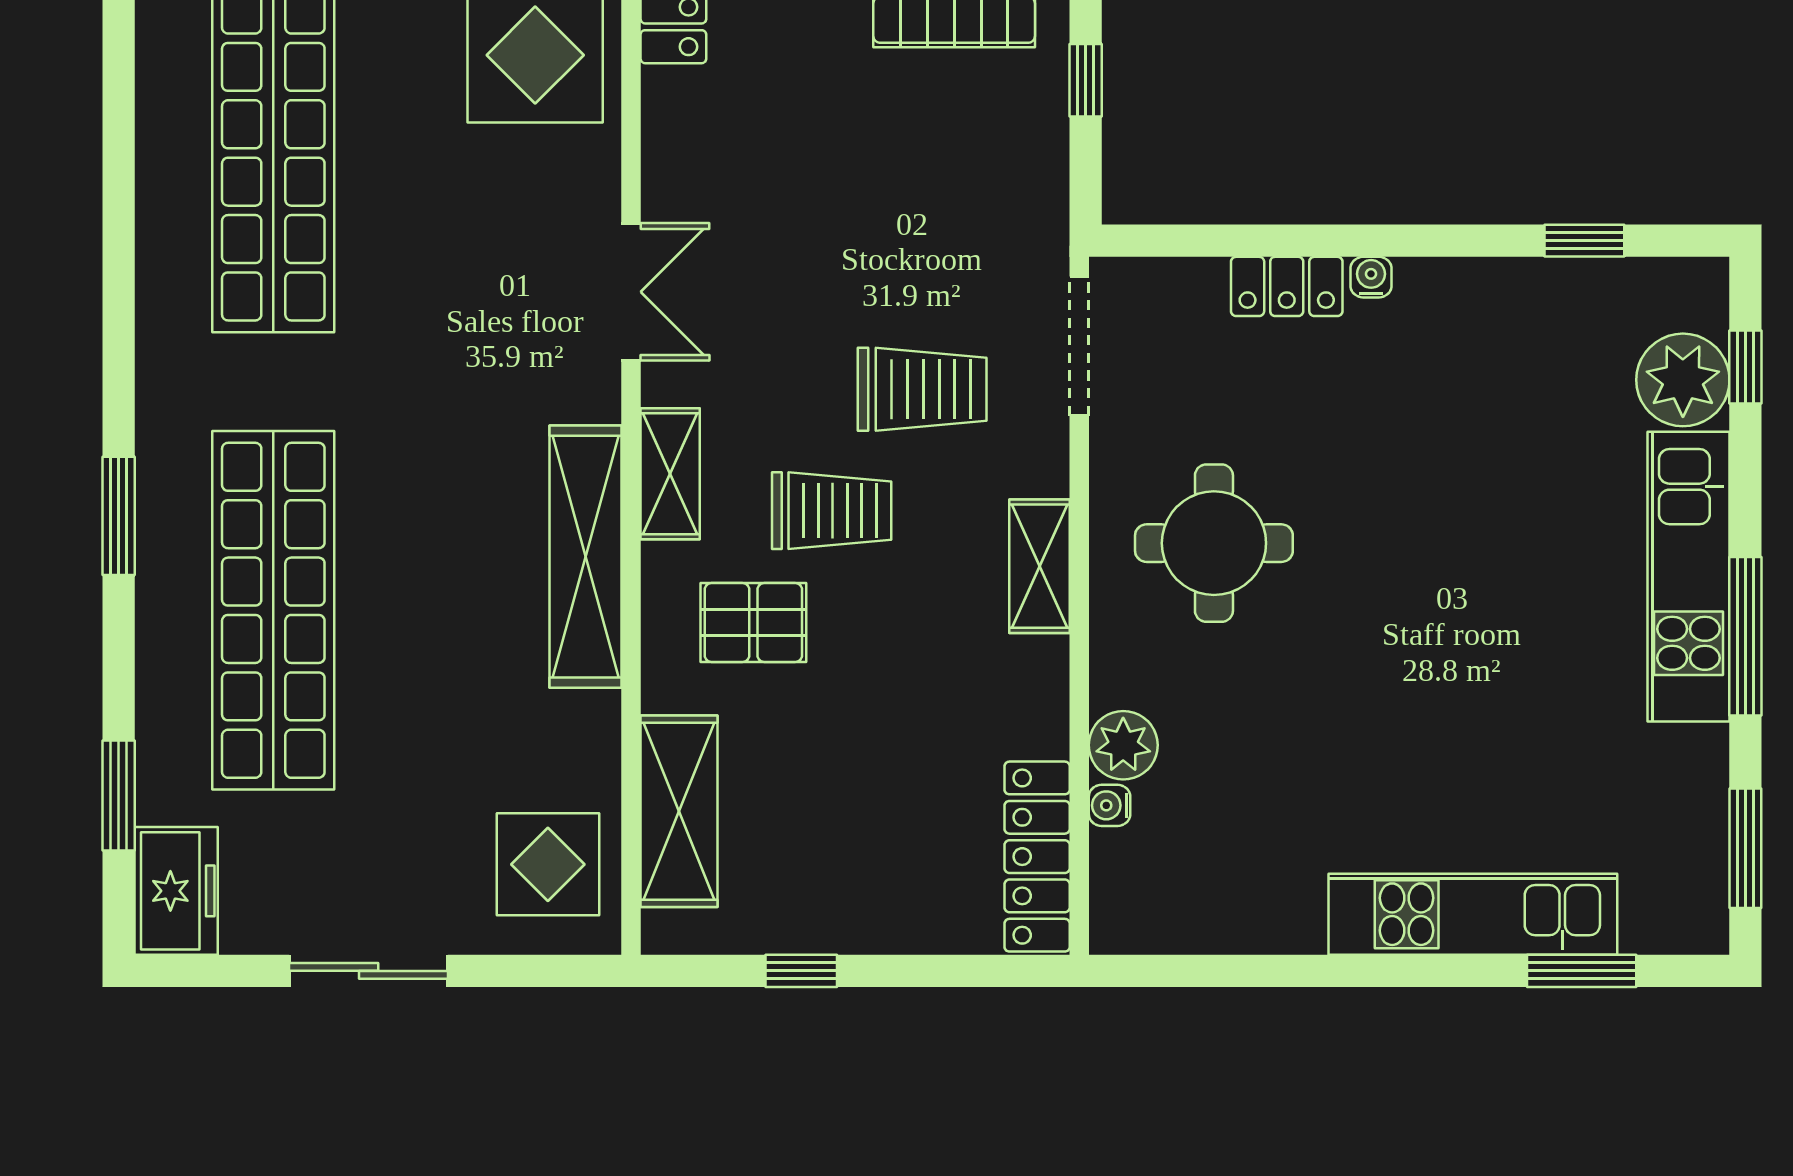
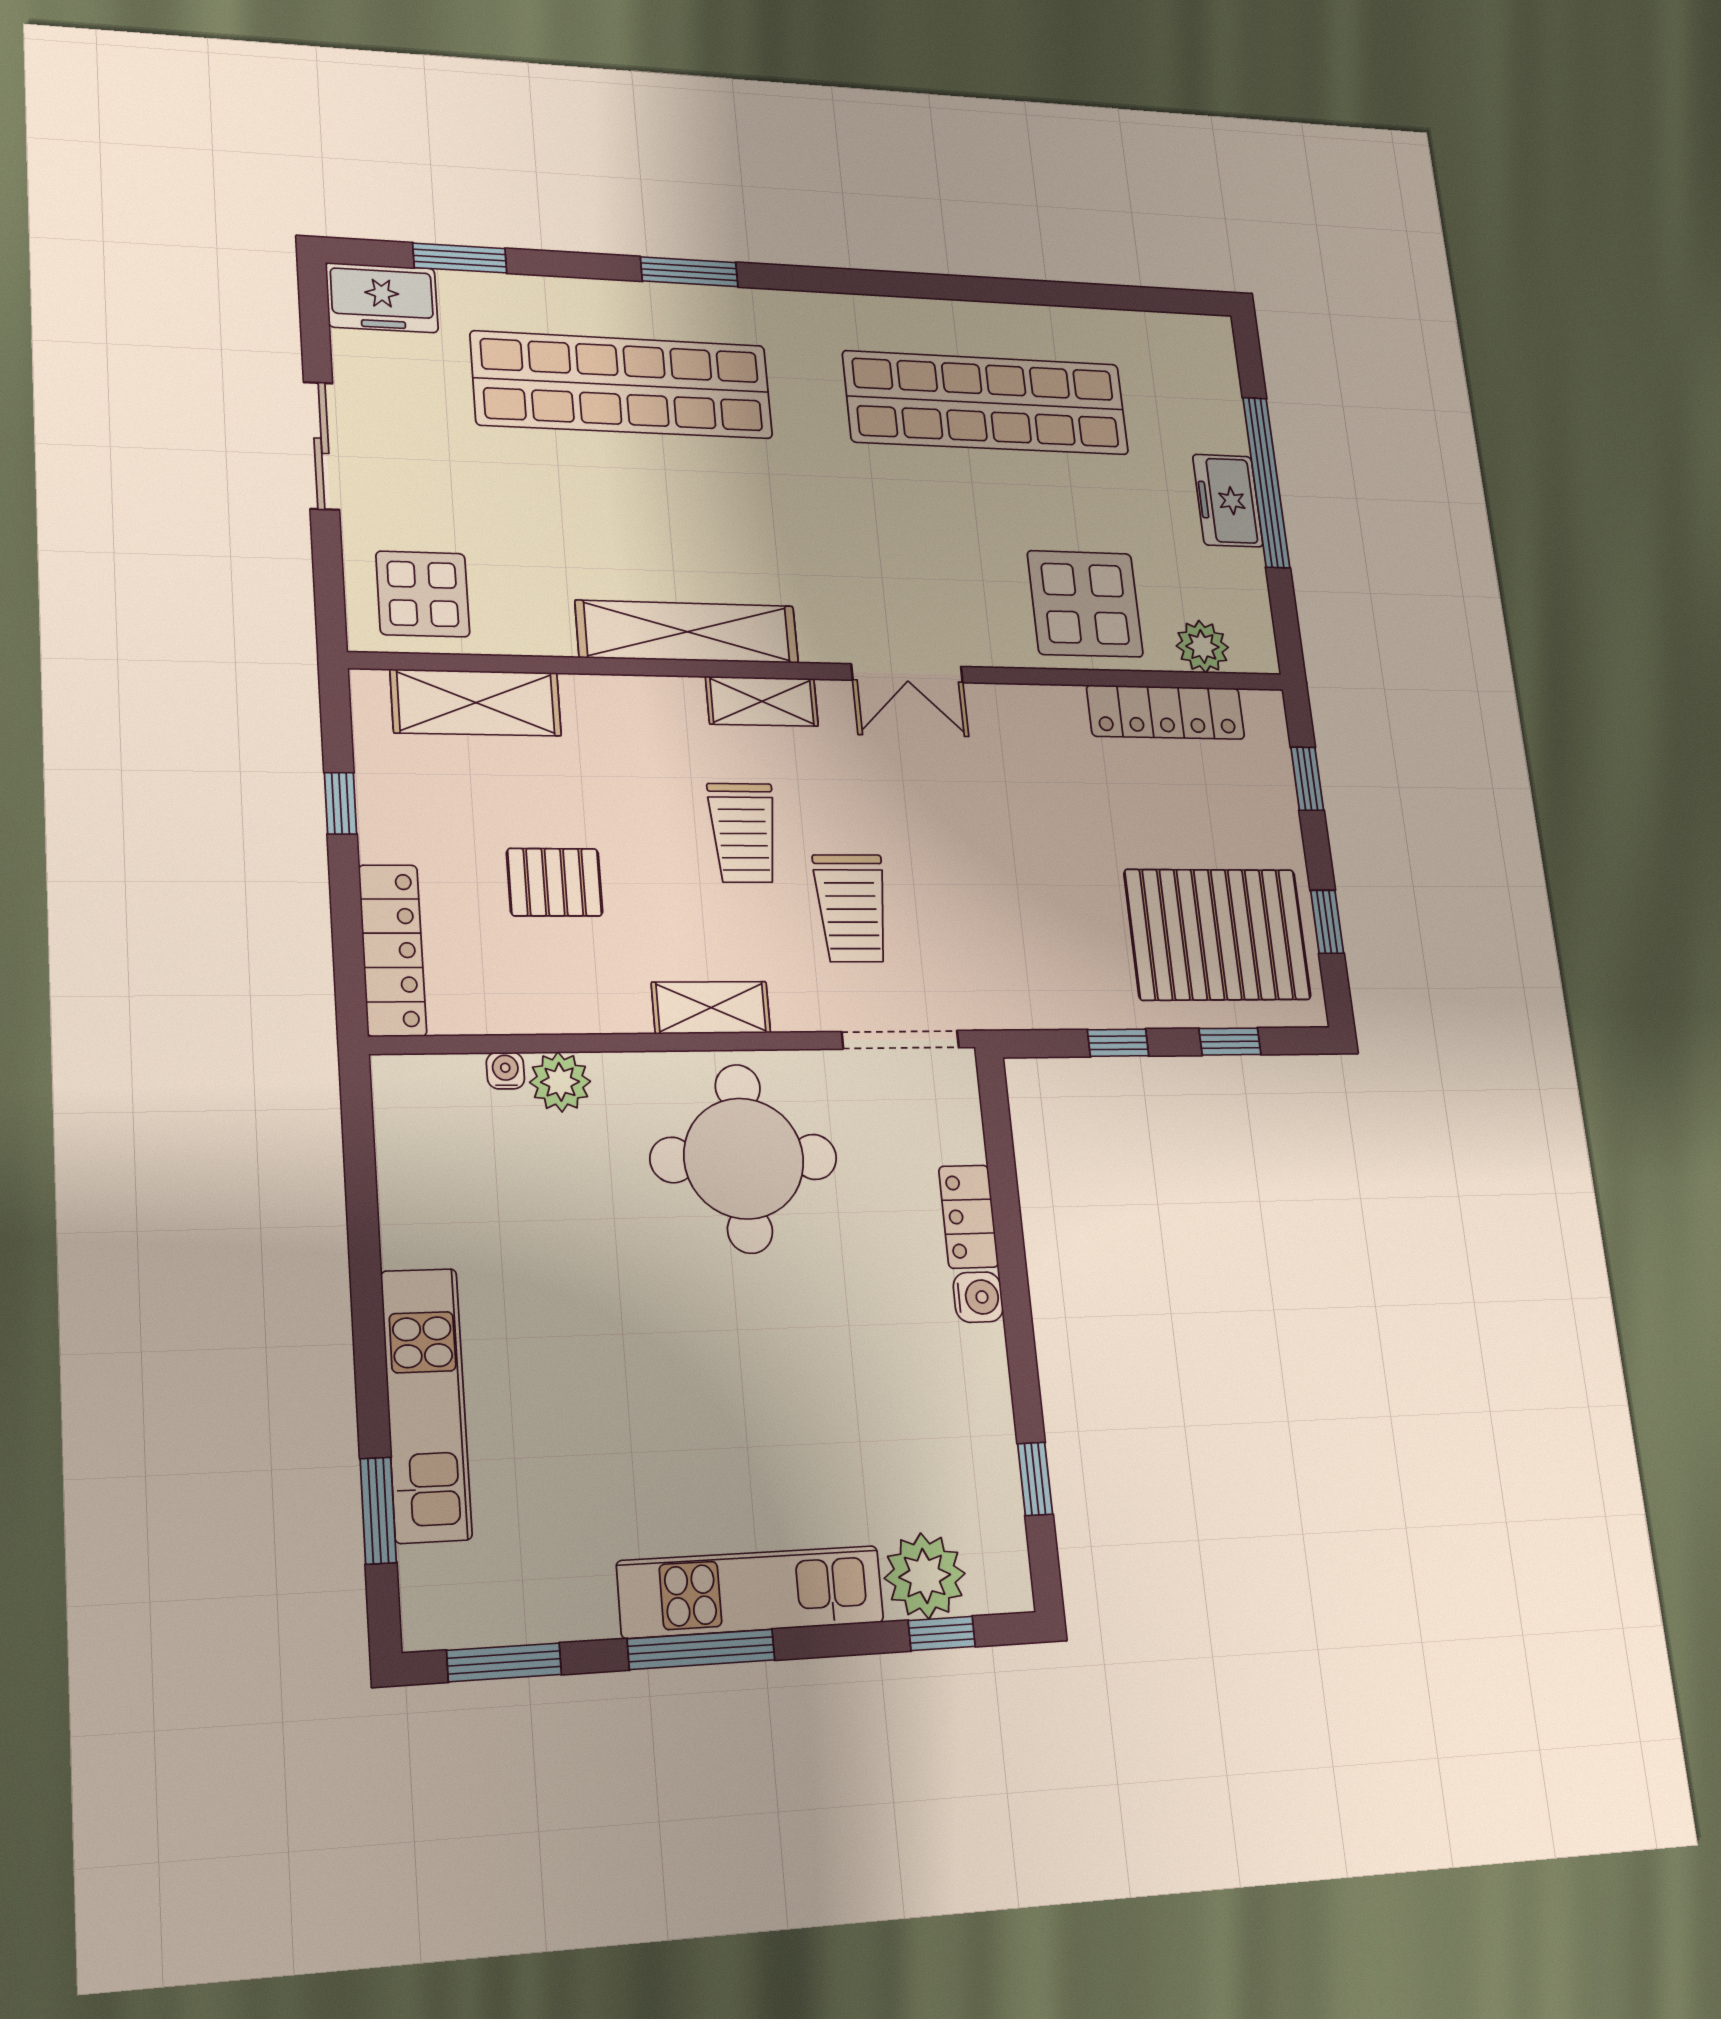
water cooler: (1371, 277) -> (978, 1297), width x1.38, depth x1.38
round table: (1214, 543) -> (744, 1158), width x1.36, depth x1.36
pallet: (753, 623) -> (555, 882), moved, turned 90
locker: (1037, 857) -> (392, 950), moved, turned 90

